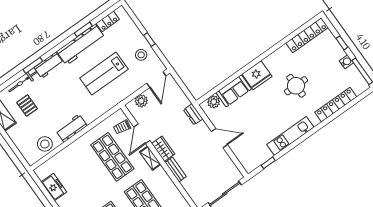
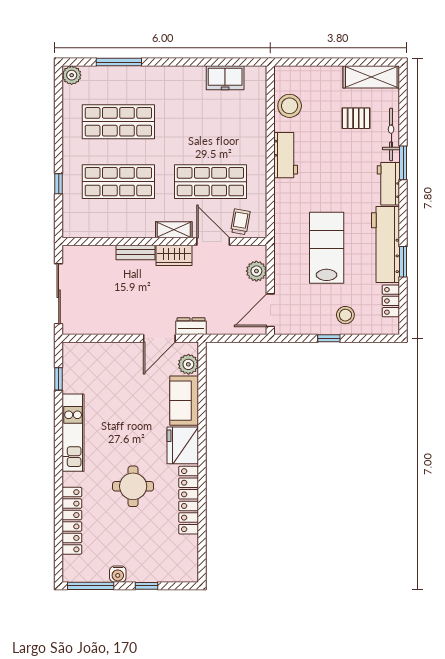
locker: (307, 35) -> (189, 500), moved
stool: (141, 55) -> (345, 315), moved
door: (156, 80) -> (270, 310), hinge flipped
door: (219, 138) -> (159, 338), moved

